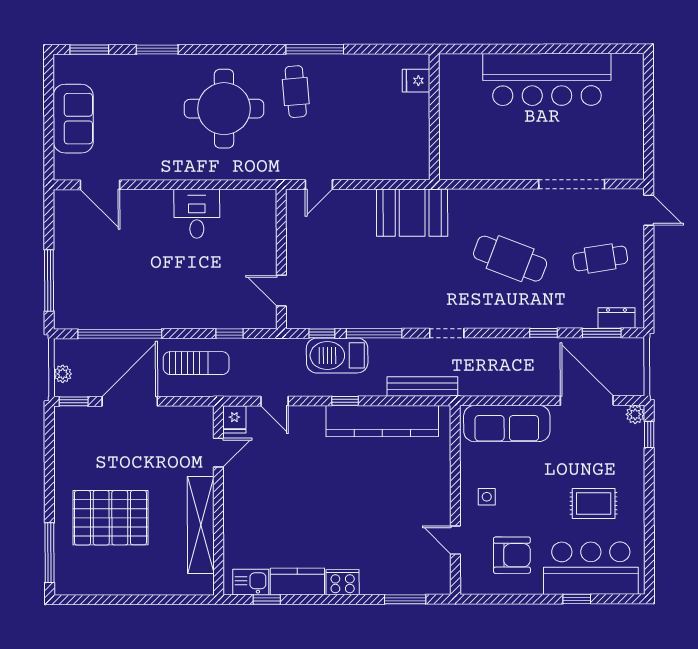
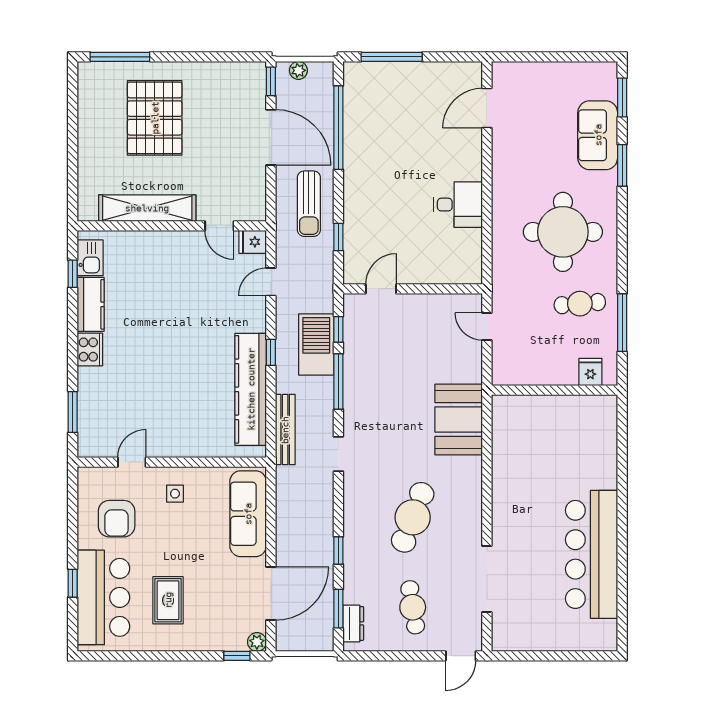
fridge: (416, 81) -> (590, 372), moved
wall: (434, 117) -> (555, 390), moved
sofa: (73, 119) -> (598, 135), moved, turned 90

